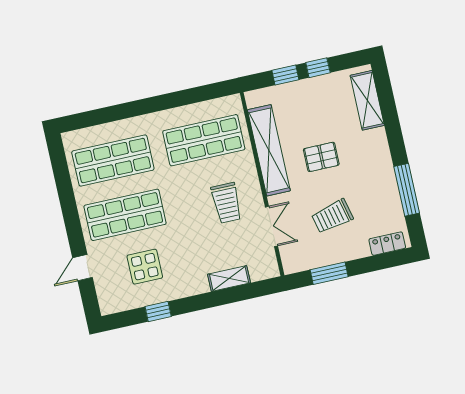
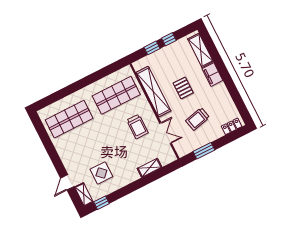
filing cabinet: (377, 147) -> (212, 75), added
pallet: (321, 157) -> (183, 88), turned 90
window: (407, 190) -> (235, 94), removed
shop shelf: (125, 215) -> (83, 147), removed
shelving: (105, 296) -> (84, 194), added
window: (158, 311) -> (102, 203), moved

